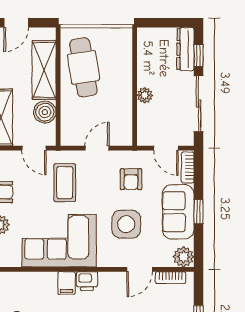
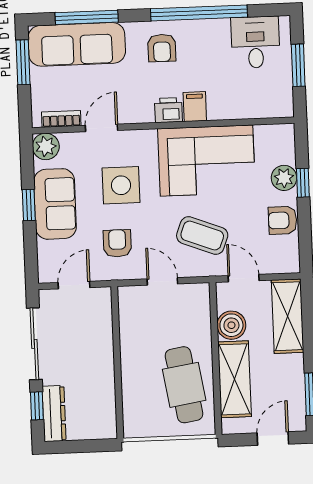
plant: (145, 95) -> (104, 352), removed
door: (97, 148) -> (162, 281), swing flipped
door: (166, 148) -> (74, 285), hinge flipped
bookcase: (188, 167) -> (45, 261), removed
coffee table: (65, 183) -> (202, 236), turned -69

